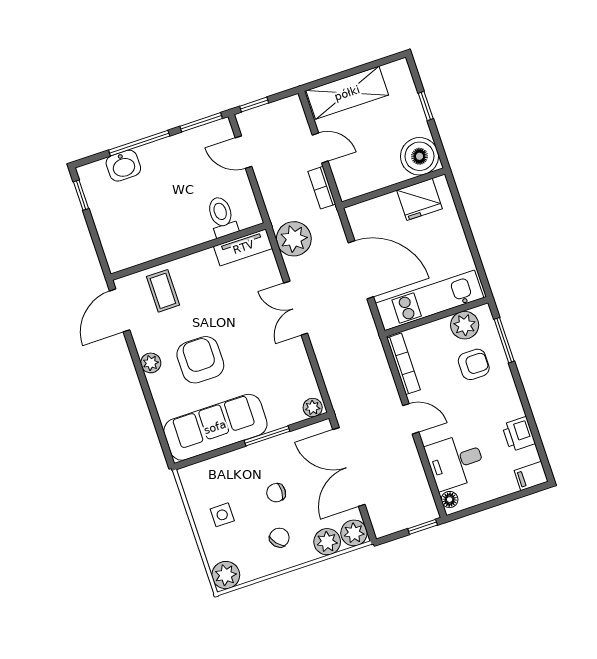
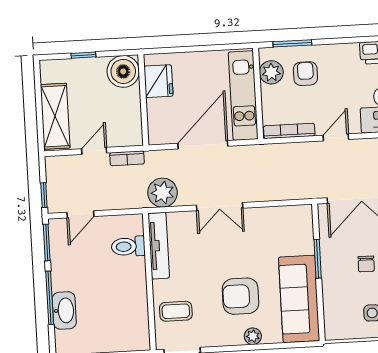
washbasin: (123, 166) -> (64, 310), width x1.38
tv unit: (243, 247) -> (159, 246), width x1.41
plant: (151, 363) -> (253, 336), moved
plant: (313, 408) -> (305, 215), removed

